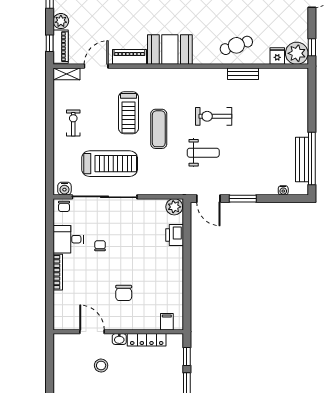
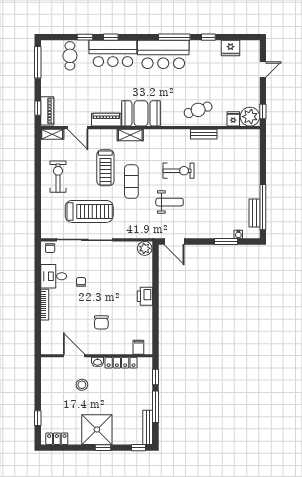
plant: (61, 21) -> (47, 89), removed
door: (96, 66) -> (78, 128), swing flipped
shelving: (157, 75) -> (130, 135), added
exercise bike: (214, 116) -> (178, 171), turned 180
exercise bike: (73, 123) -> (58, 177), width x1.38, depth x1.39
bench: (302, 160) -> (254, 213), width x0.73
water cooler: (64, 189) -> (50, 233), removed
window: (243, 199) -> (226, 241), moved
printer: (175, 235) -> (145, 296), moved

